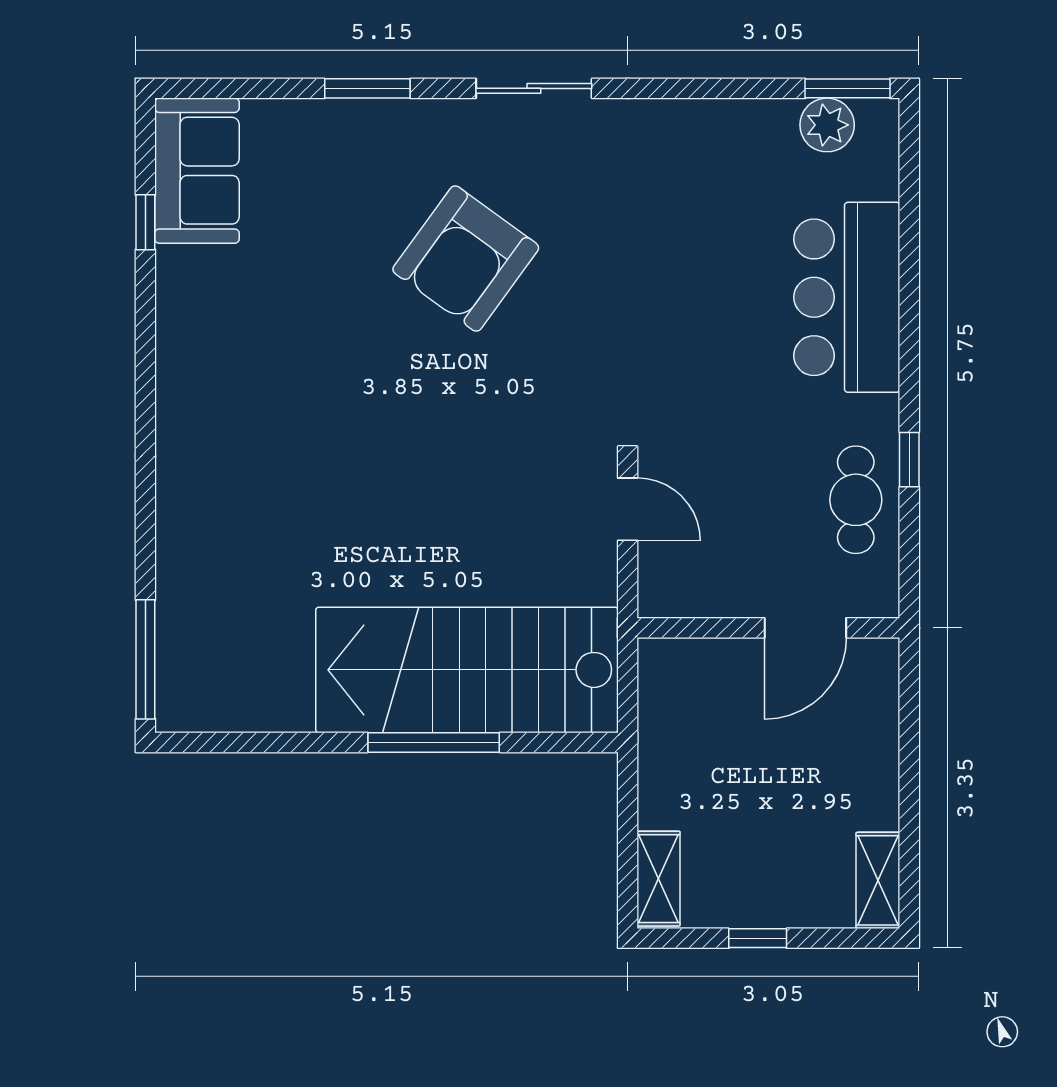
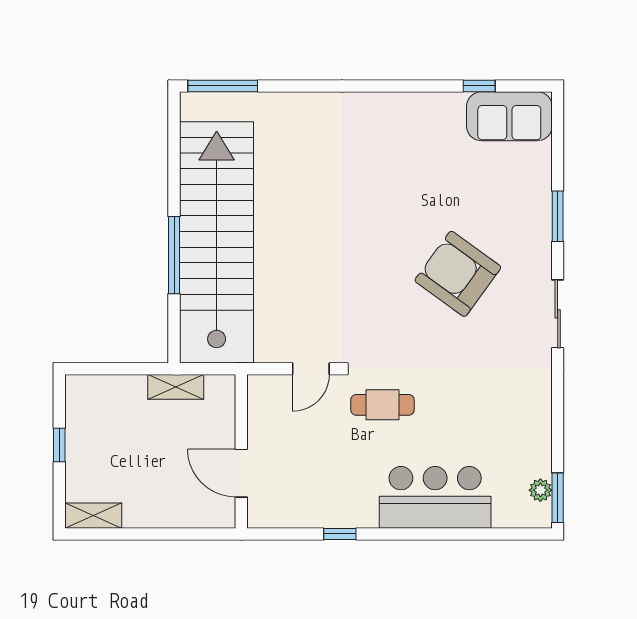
plant: (827, 125) -> (540, 490), width x0.73, depth x0.73
cafe table: (856, 500) -> (382, 405), moved
stairs: (467, 670) -> (217, 242), width x1.36
shelving: (658, 879) -> (176, 387), moved

